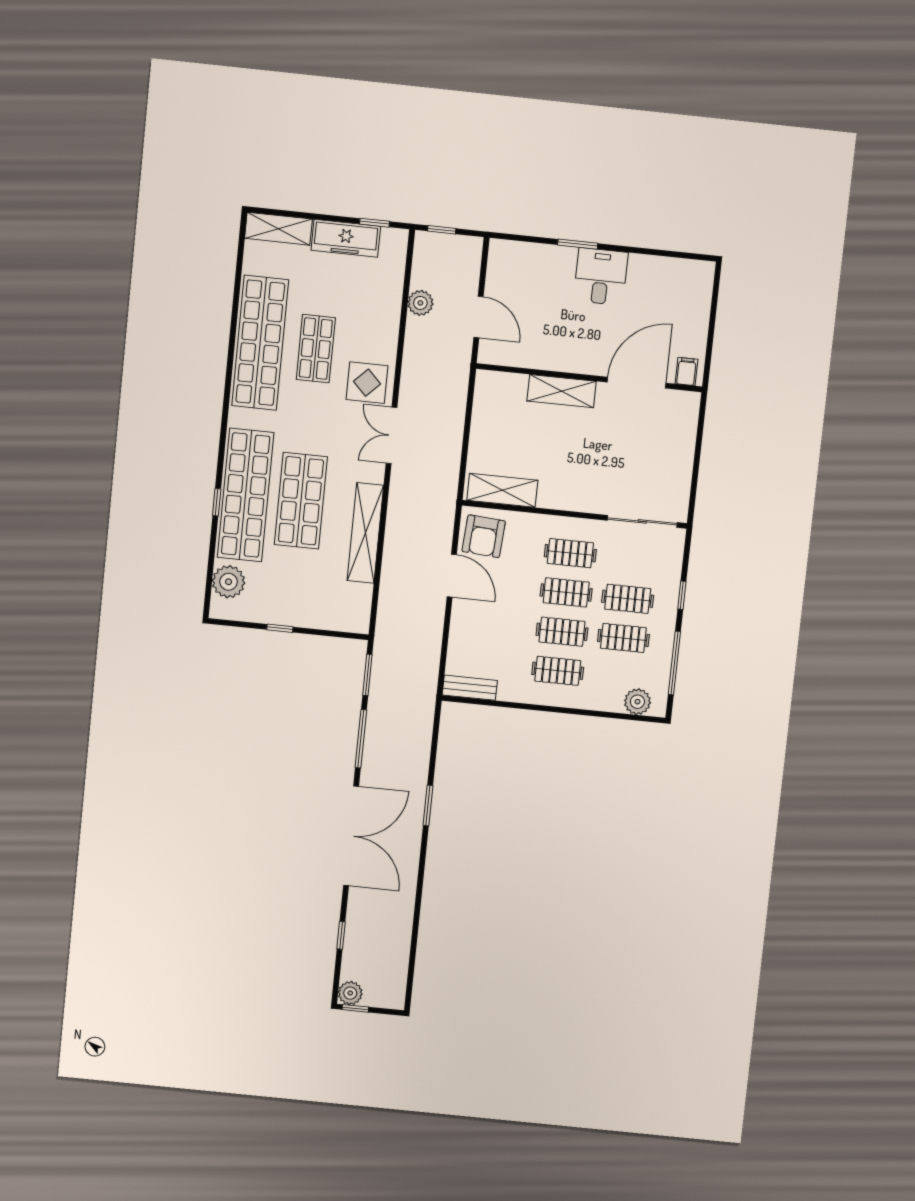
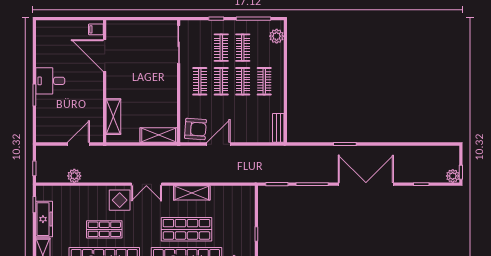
shelving: (562, 391) -> (113, 117), moved
shelving: (502, 490) -> (159, 135), moved, turned 90
shelving: (365, 533) -> (192, 193), width x0.68

